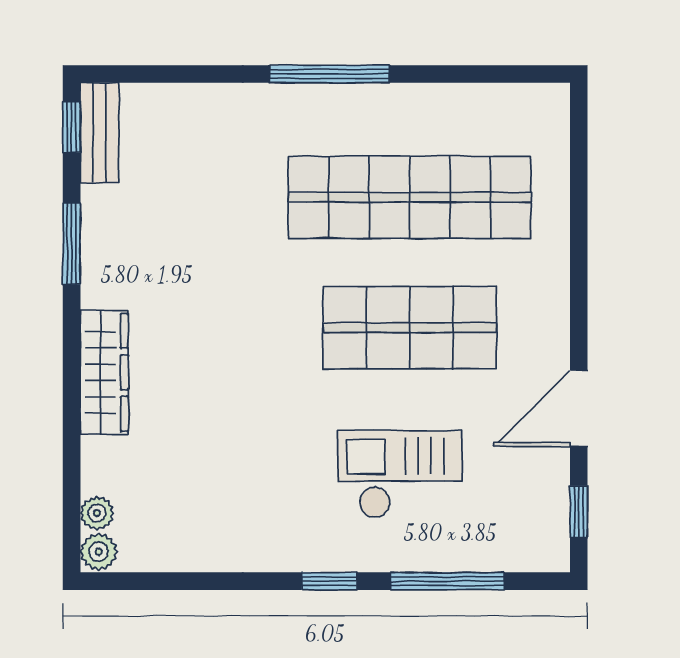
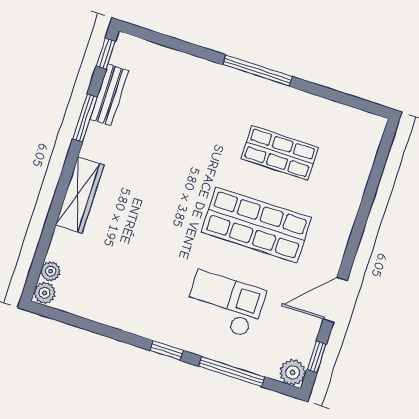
bench: (99, 133) -> (109, 95), moved
shop shelf: (410, 197) -> (280, 153), width x0.50, depth x0.74
plant: (548, 550) -> (293, 372), added

